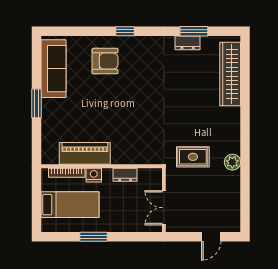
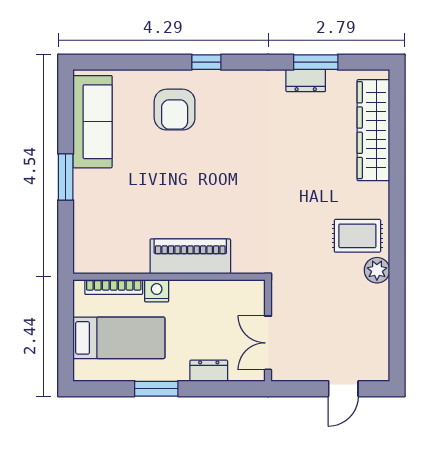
armchair: (105, 61) -> (175, 110), turned 90
piano: (85, 153) -> (190, 256), moved
rug: (193, 157) -> (357, 236), moved
dresser: (125, 175) -> (209, 371), moved, turned 180

